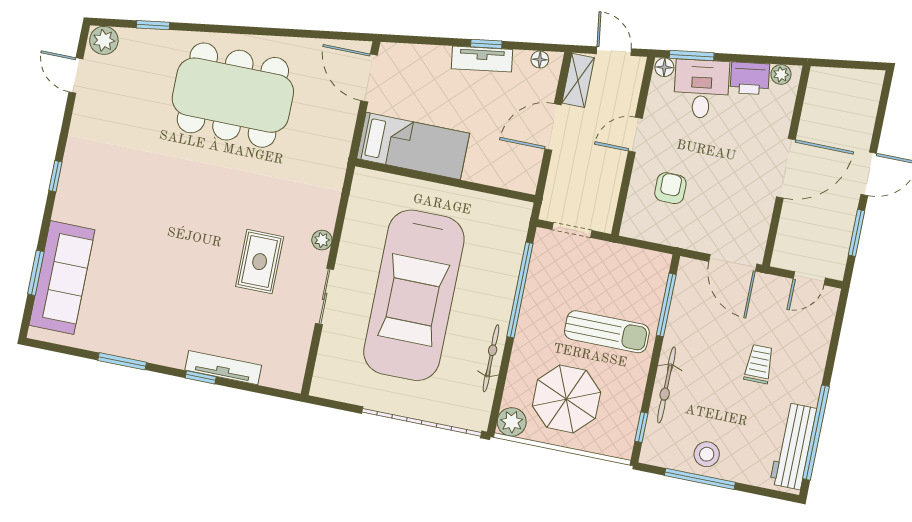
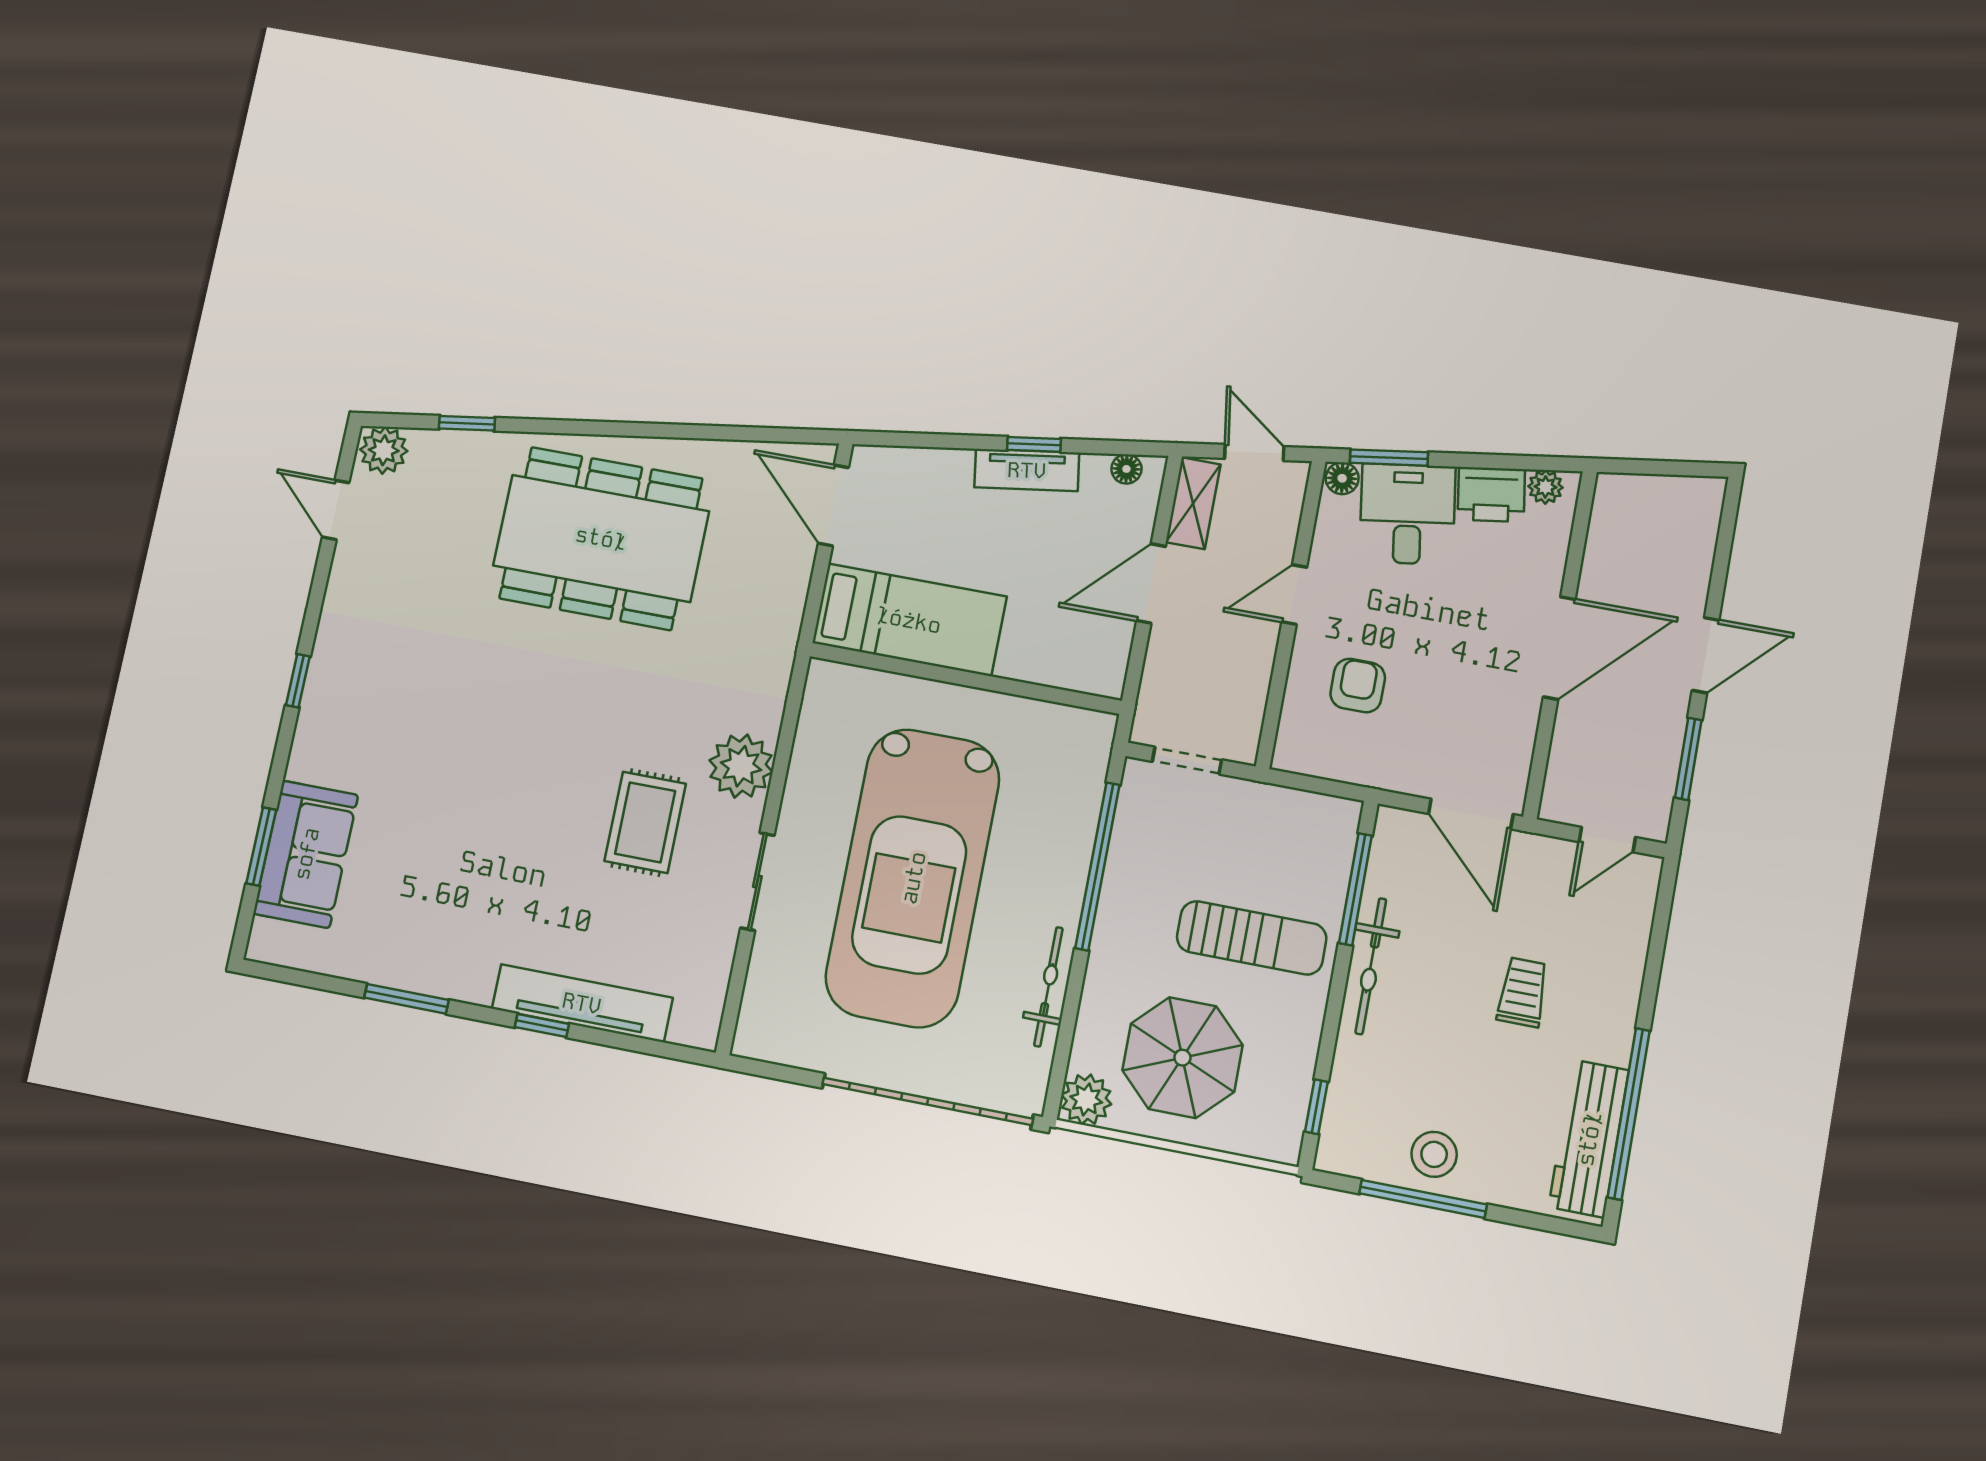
plant: (322, 240) -> (741, 766), width x1.88, depth x1.88
sofa: (62, 278) -> (306, 854), width x0.73
tv unit: (223, 368) -> (582, 1003), width x1.36, depth x1.29
bicycle: (667, 385) -> (1371, 966), moved

